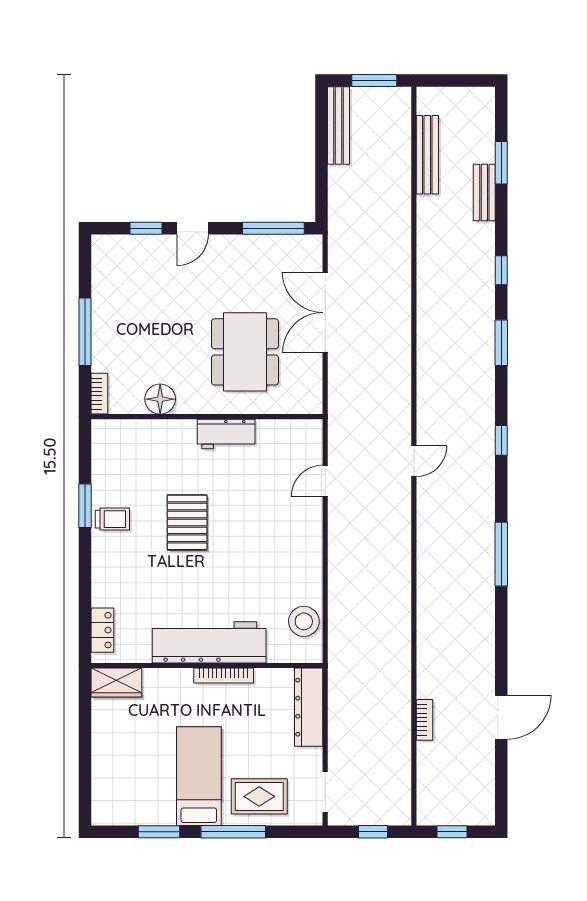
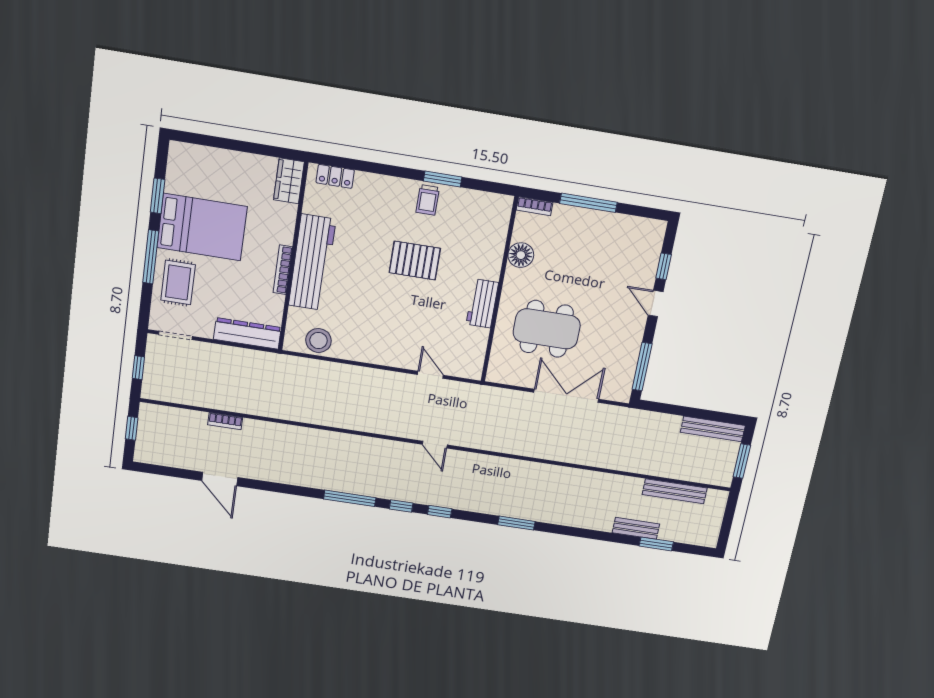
window: (501, 270) -> (401, 506), moved
bed: (199, 776) -> (202, 227), width x1.50

